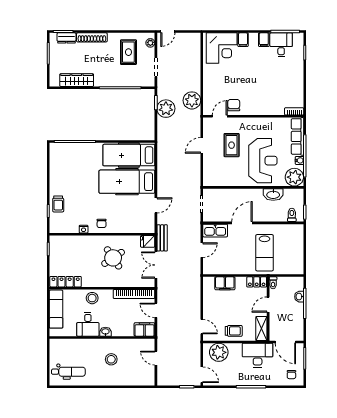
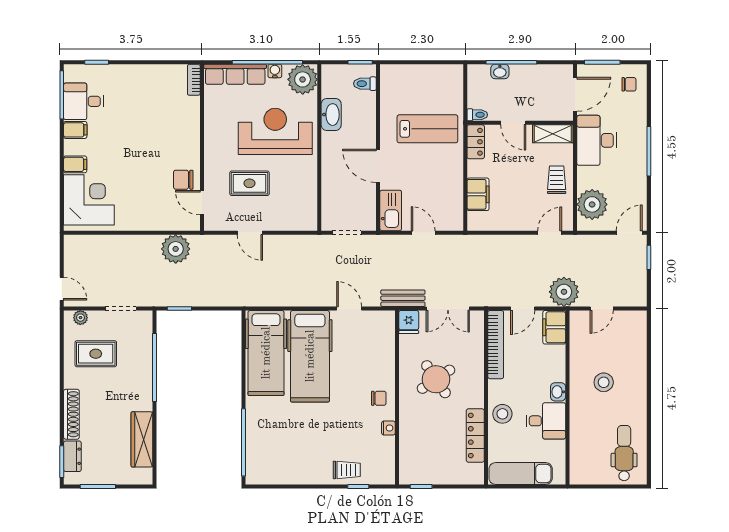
plant: (166, 109) -> (564, 292), moved
locker: (66, 282) -> (475, 435), moved

